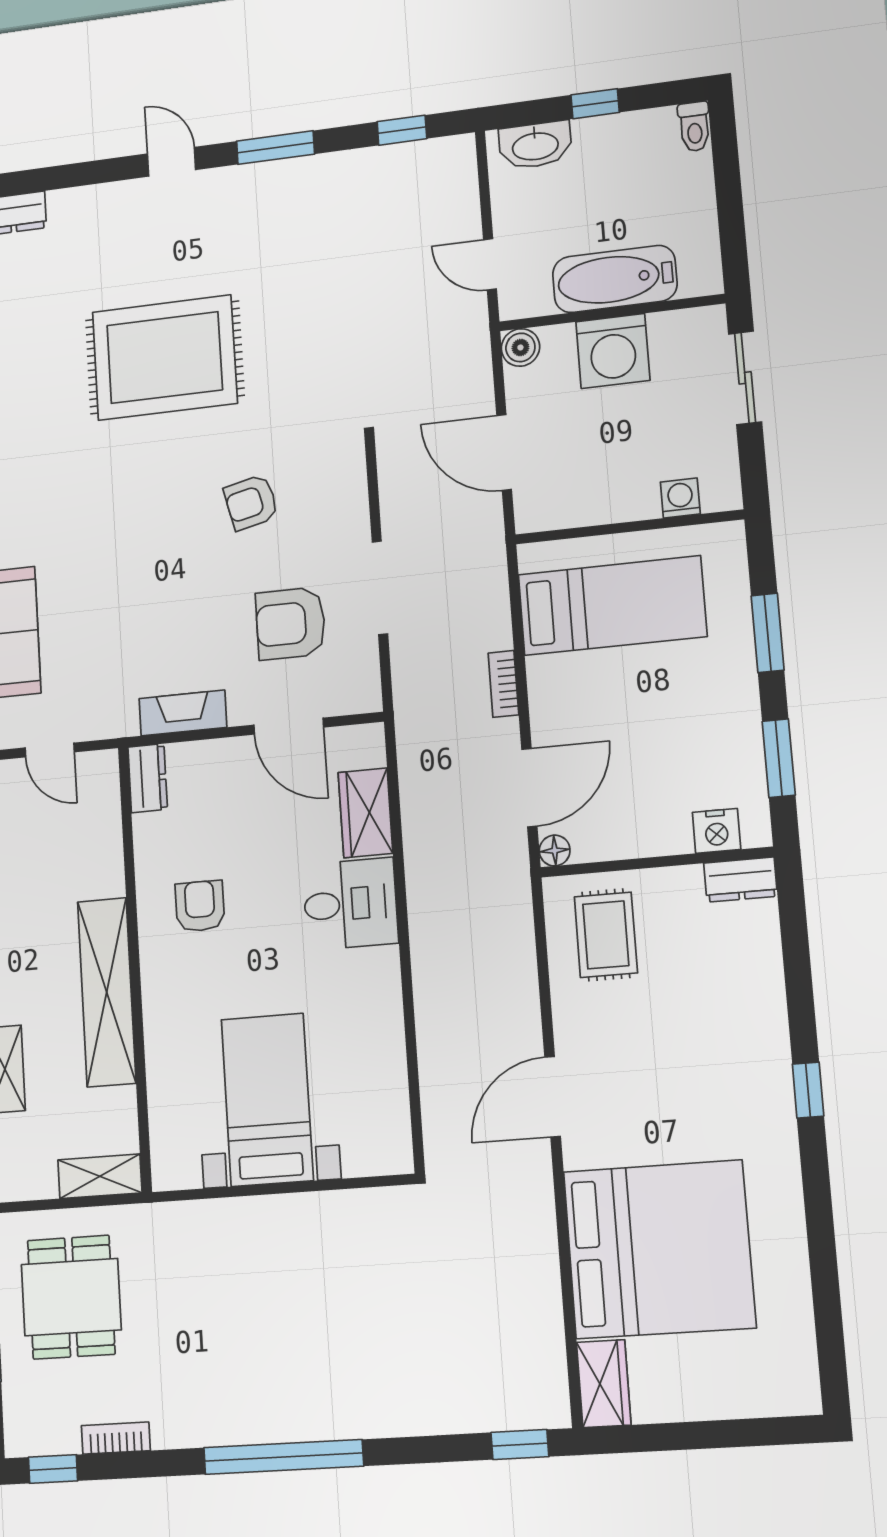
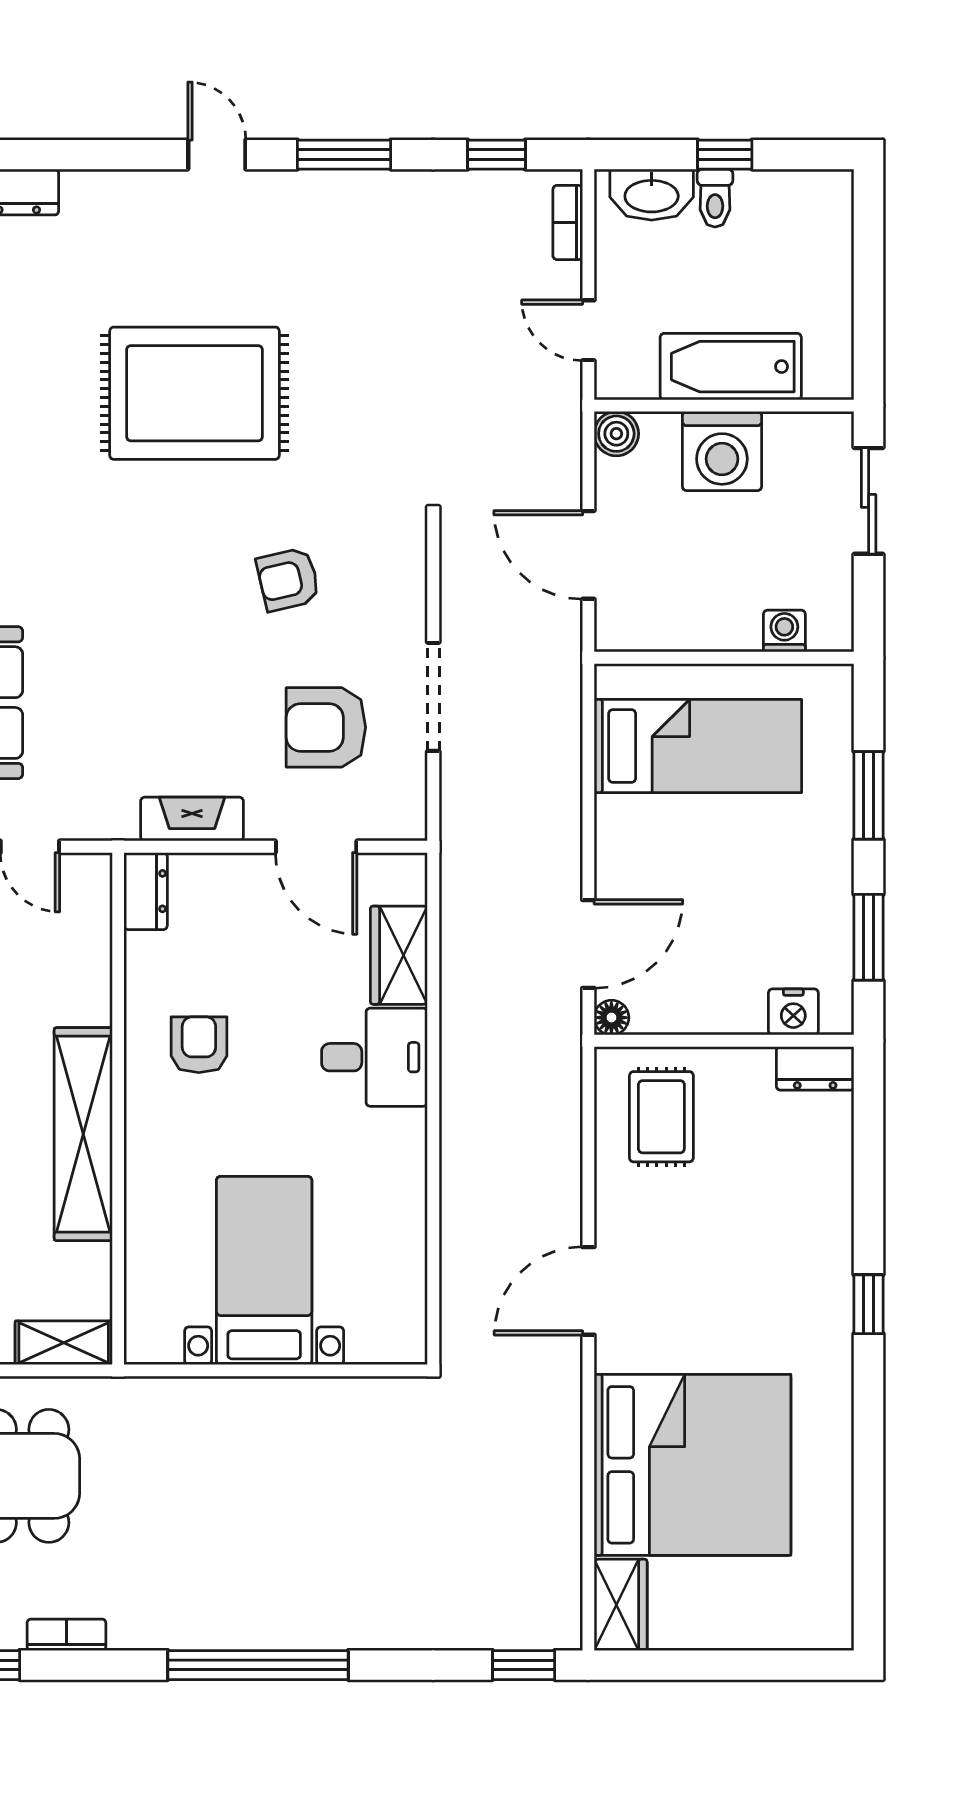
toilet: (694, 127) -> (715, 198), moved
bookcase: (503, 684) -> (568, 223), moved

